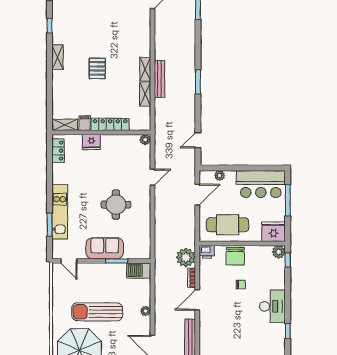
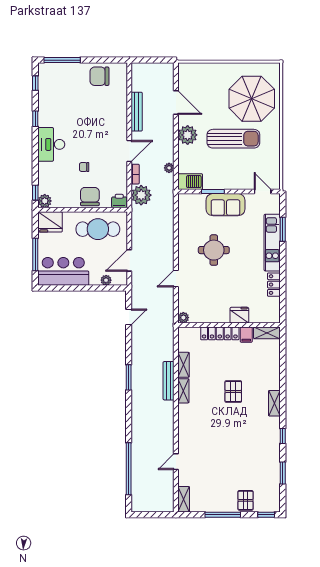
locker: (58, 151) -> (274, 285), moved
plant: (159, 284) -> (169, 168), added
plant: (146, 311) -> (188, 135), width x1.87, depth x1.87

